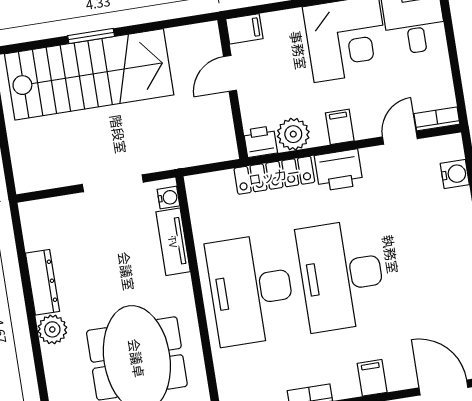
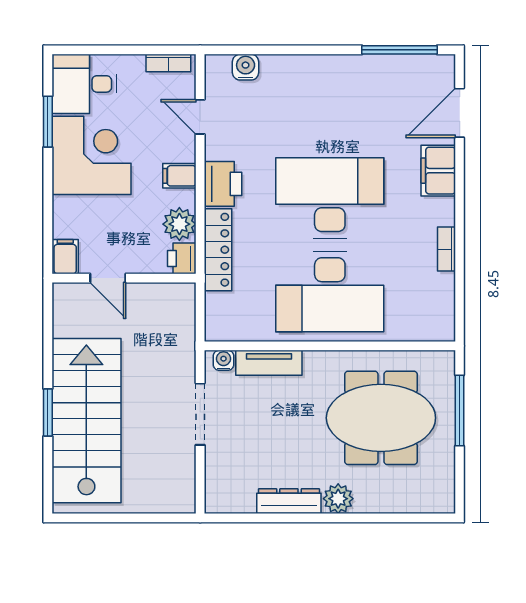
bookcase: (437, 119) -> (168, 63), moved, turned -90
desk: (342, 275) -> (330, 198), turned 180
filing cabinet: (372, 378) -> (438, 171), width x2.00

